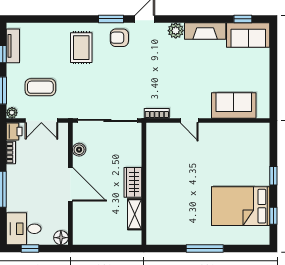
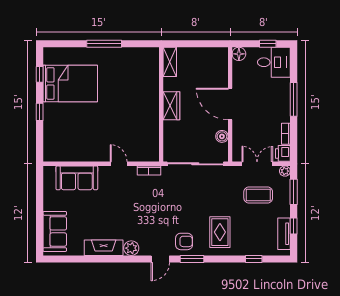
window: (243, 19) -> (254, 259), moved
sofa: (248, 35) -> (55, 231), moved, turned 90
shelving: (135, 214) -> (170, 62), moved

